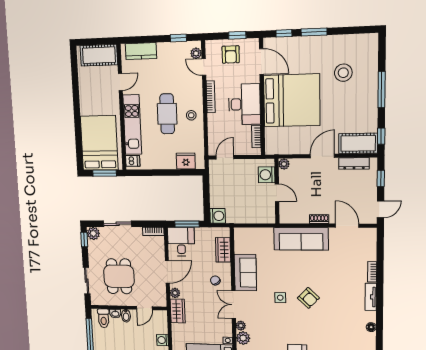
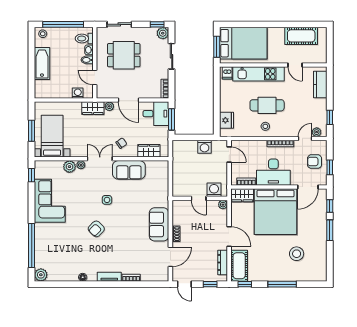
cot: (99, 55) -> (301, 36), moved, turned 90
wardrobe: (273, 141) -> (242, 195), added
door: (277, 193) -> (199, 198), hinge flipped
washing machine: (218, 216) -> (204, 147), moved
sofa: (301, 239) -> (159, 224), width x0.73
armchair: (308, 298) -> (96, 229), moved
washing machine: (162, 340) -> (78, 93), moved

